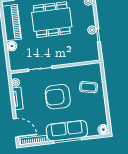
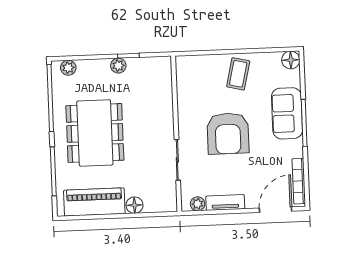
coffee table: (88, 87) -> (238, 74), moved
sofa: (67, 131) -> (287, 113), width x0.73

